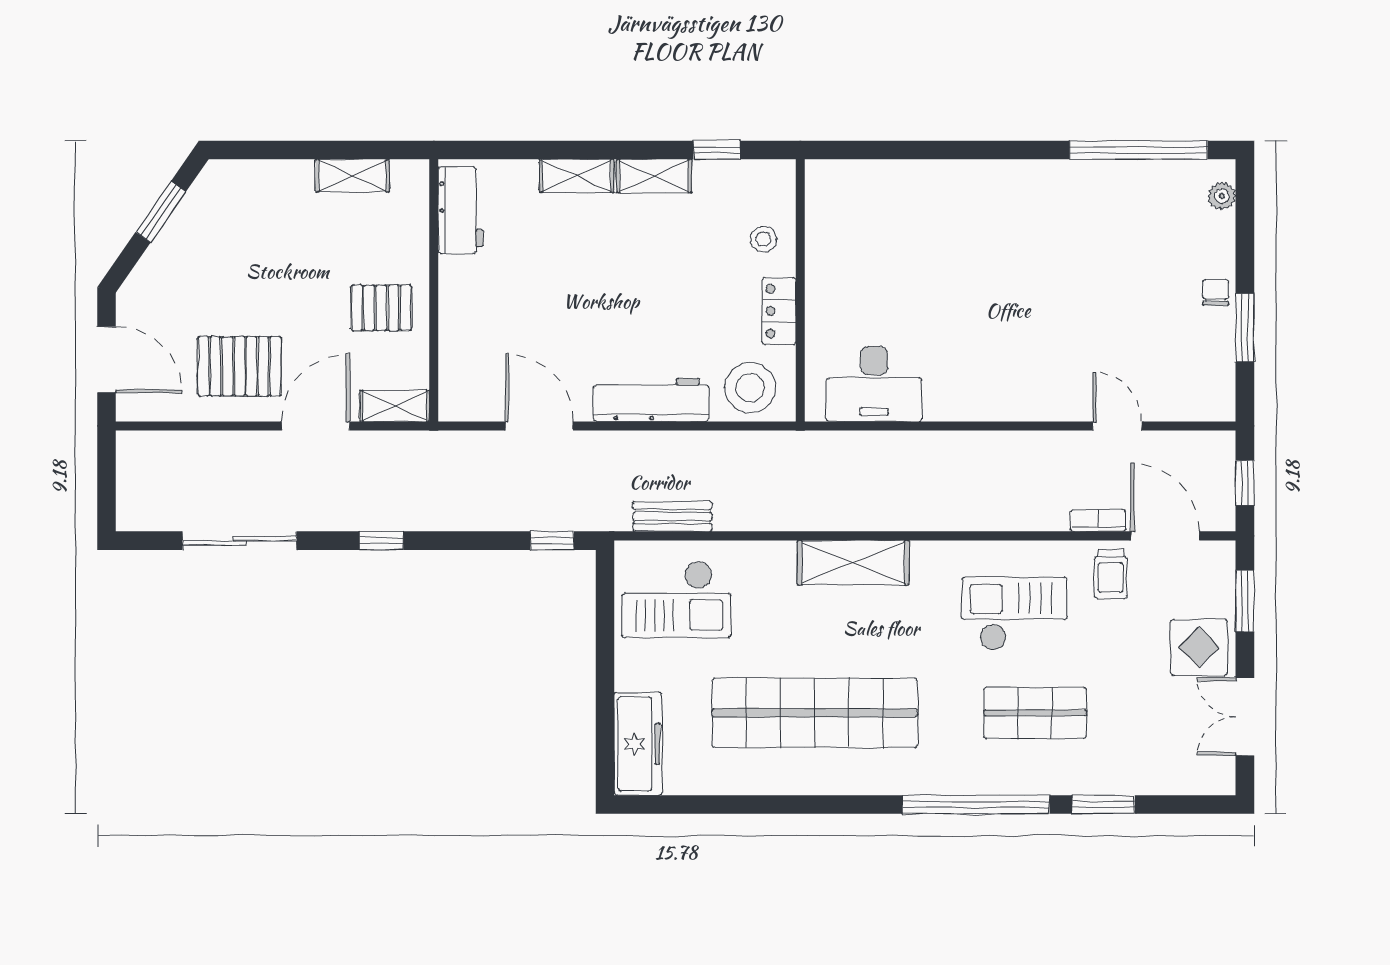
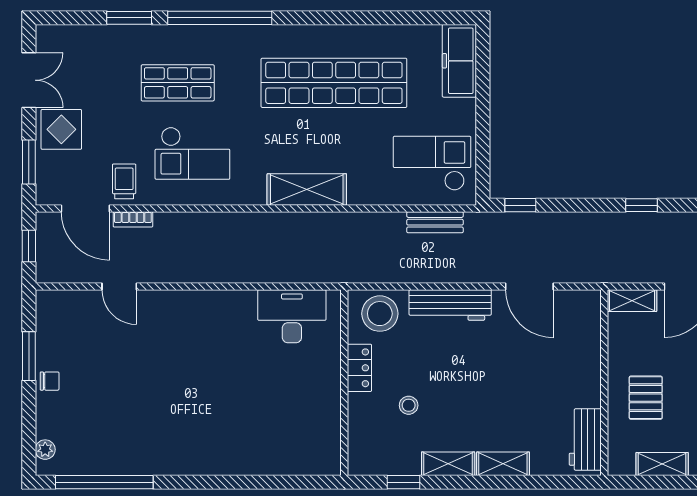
stool: (763, 239) -> (409, 405), moved
chair: (1216, 293) -> (50, 381), turned -90
pallet: (381, 308) -> (646, 398), moved, turned 90

